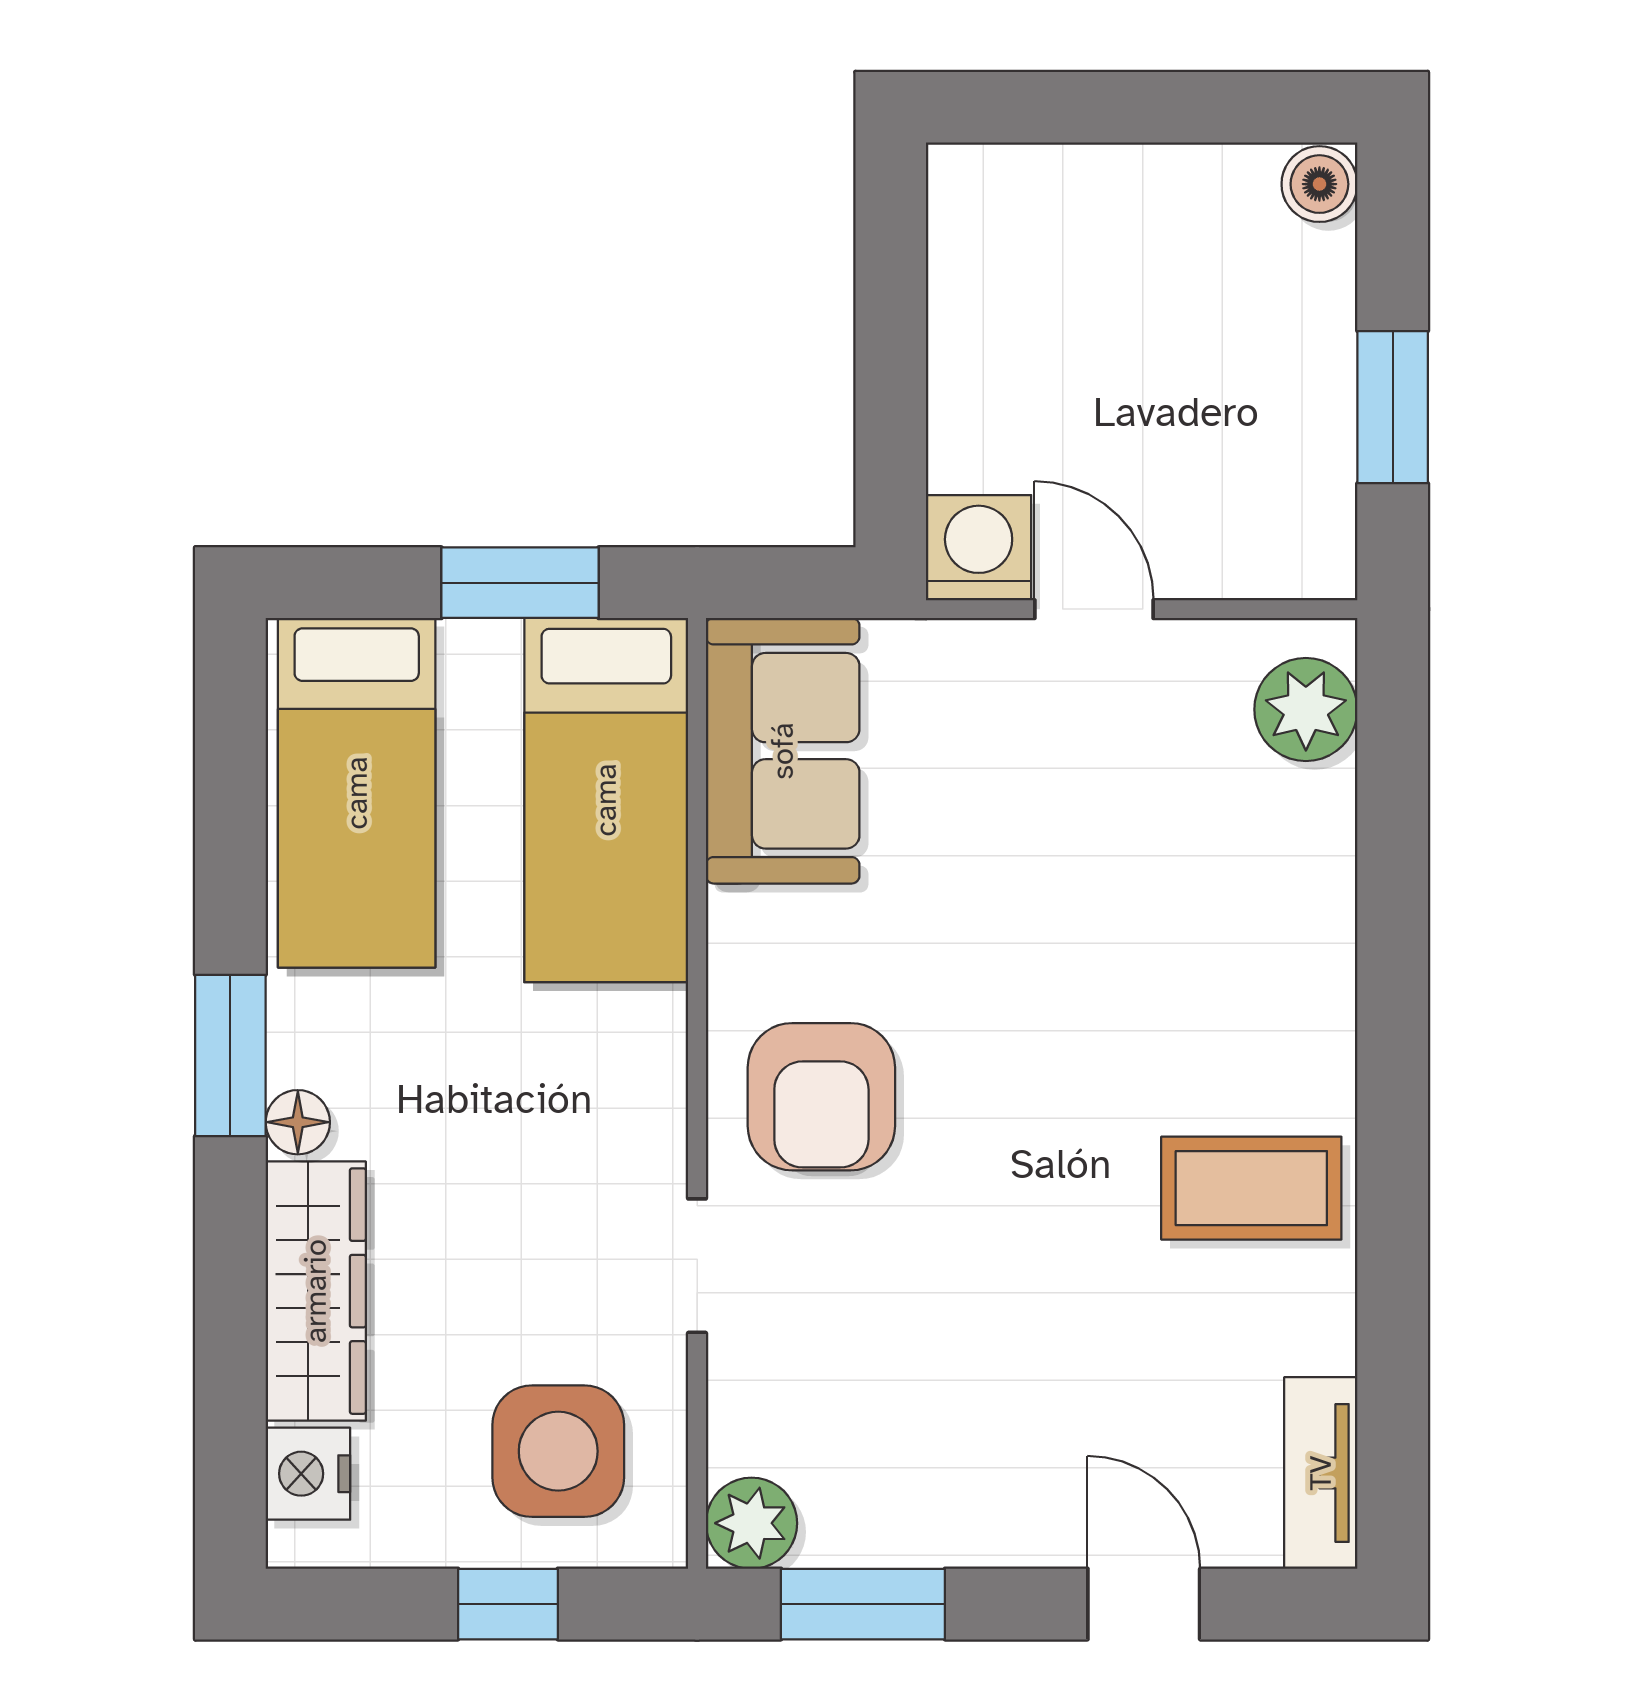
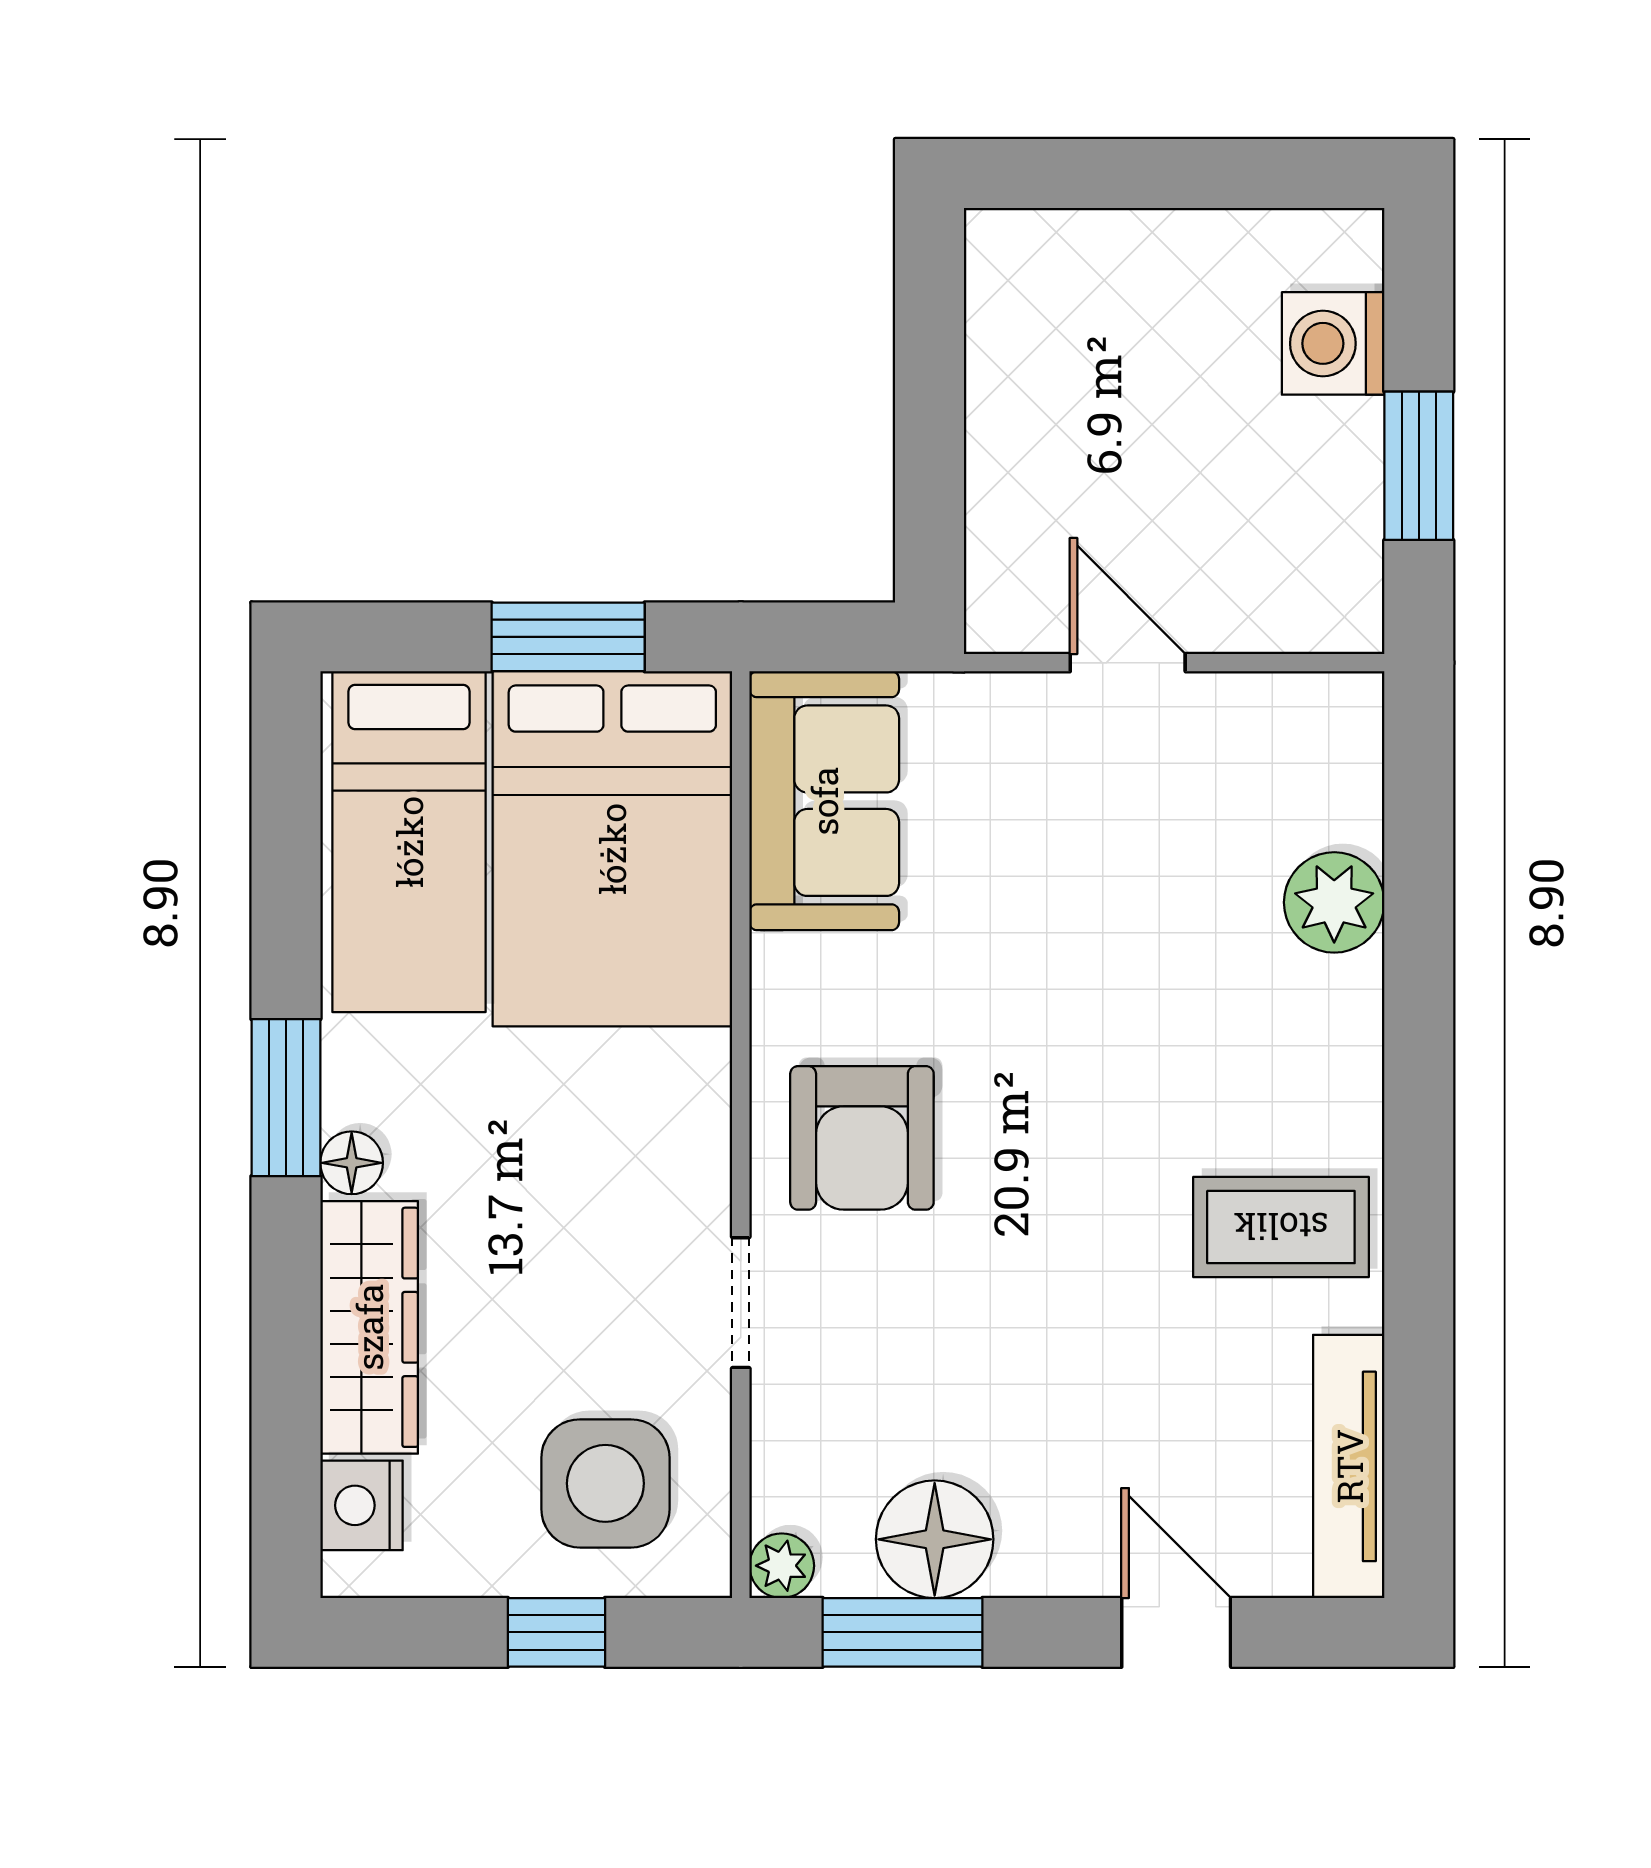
boiler: (1319, 184) -> (1347, 248), removed
washing machine: (979, 548) -> (1333, 343), moved, turned -90
plant: (1306, 709) -> (1334, 902), moved
bed: (606, 800) -> (612, 849), width x1.50
tv unit: (1321, 1473) -> (1349, 1466), width x1.41
floor lamp: (896, 1508) -> (935, 1539), added
plant: (751, 1523) -> (782, 1566), width x0.73, depth x0.73

